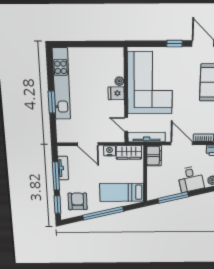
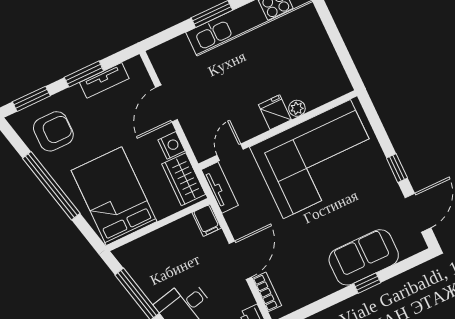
tv unit: (147, 137) -> (220, 187), width x0.71
filing cabinet: (154, 156) -> (207, 220), width x0.50
window: (56, 176) -> (84, 74), width x0.69
bed: (122, 192) -> (114, 196), width x1.50

